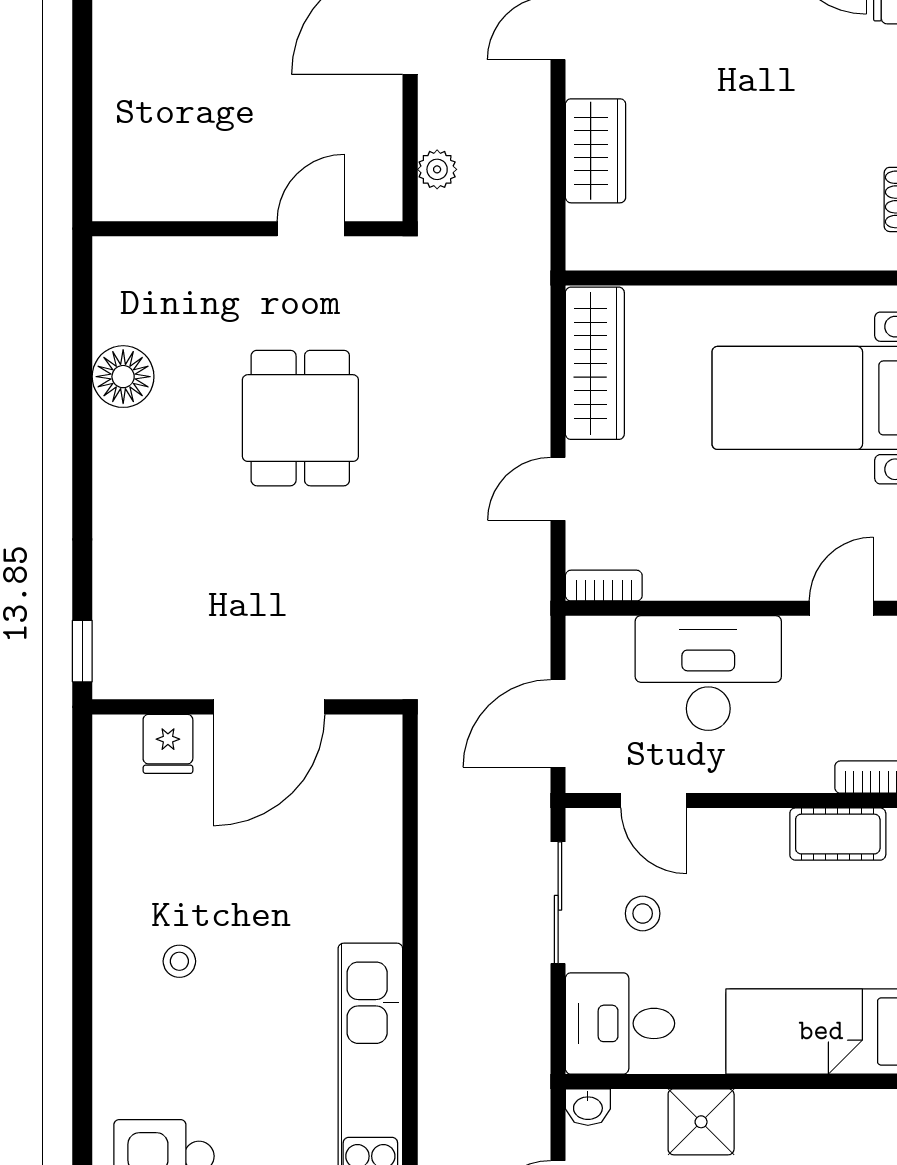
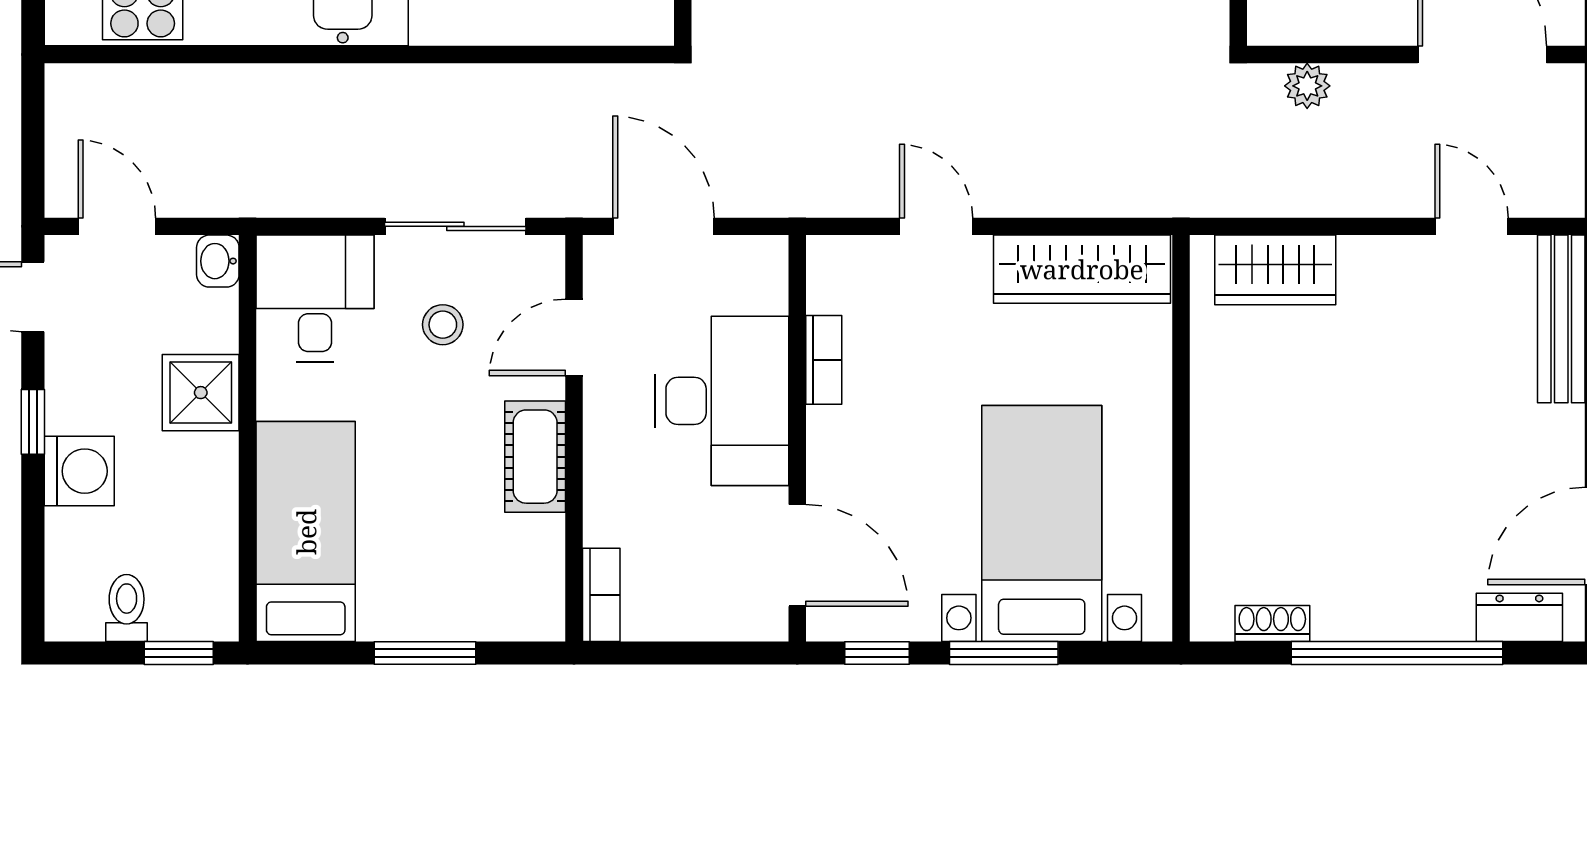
wardrobe: (596, 151) -> (1275, 270), moved
bookcase: (604, 586) -> (824, 360), moved
door: (841, 608) -> (797, 555), width x1.38
cot: (838, 834) -> (535, 457), moved

